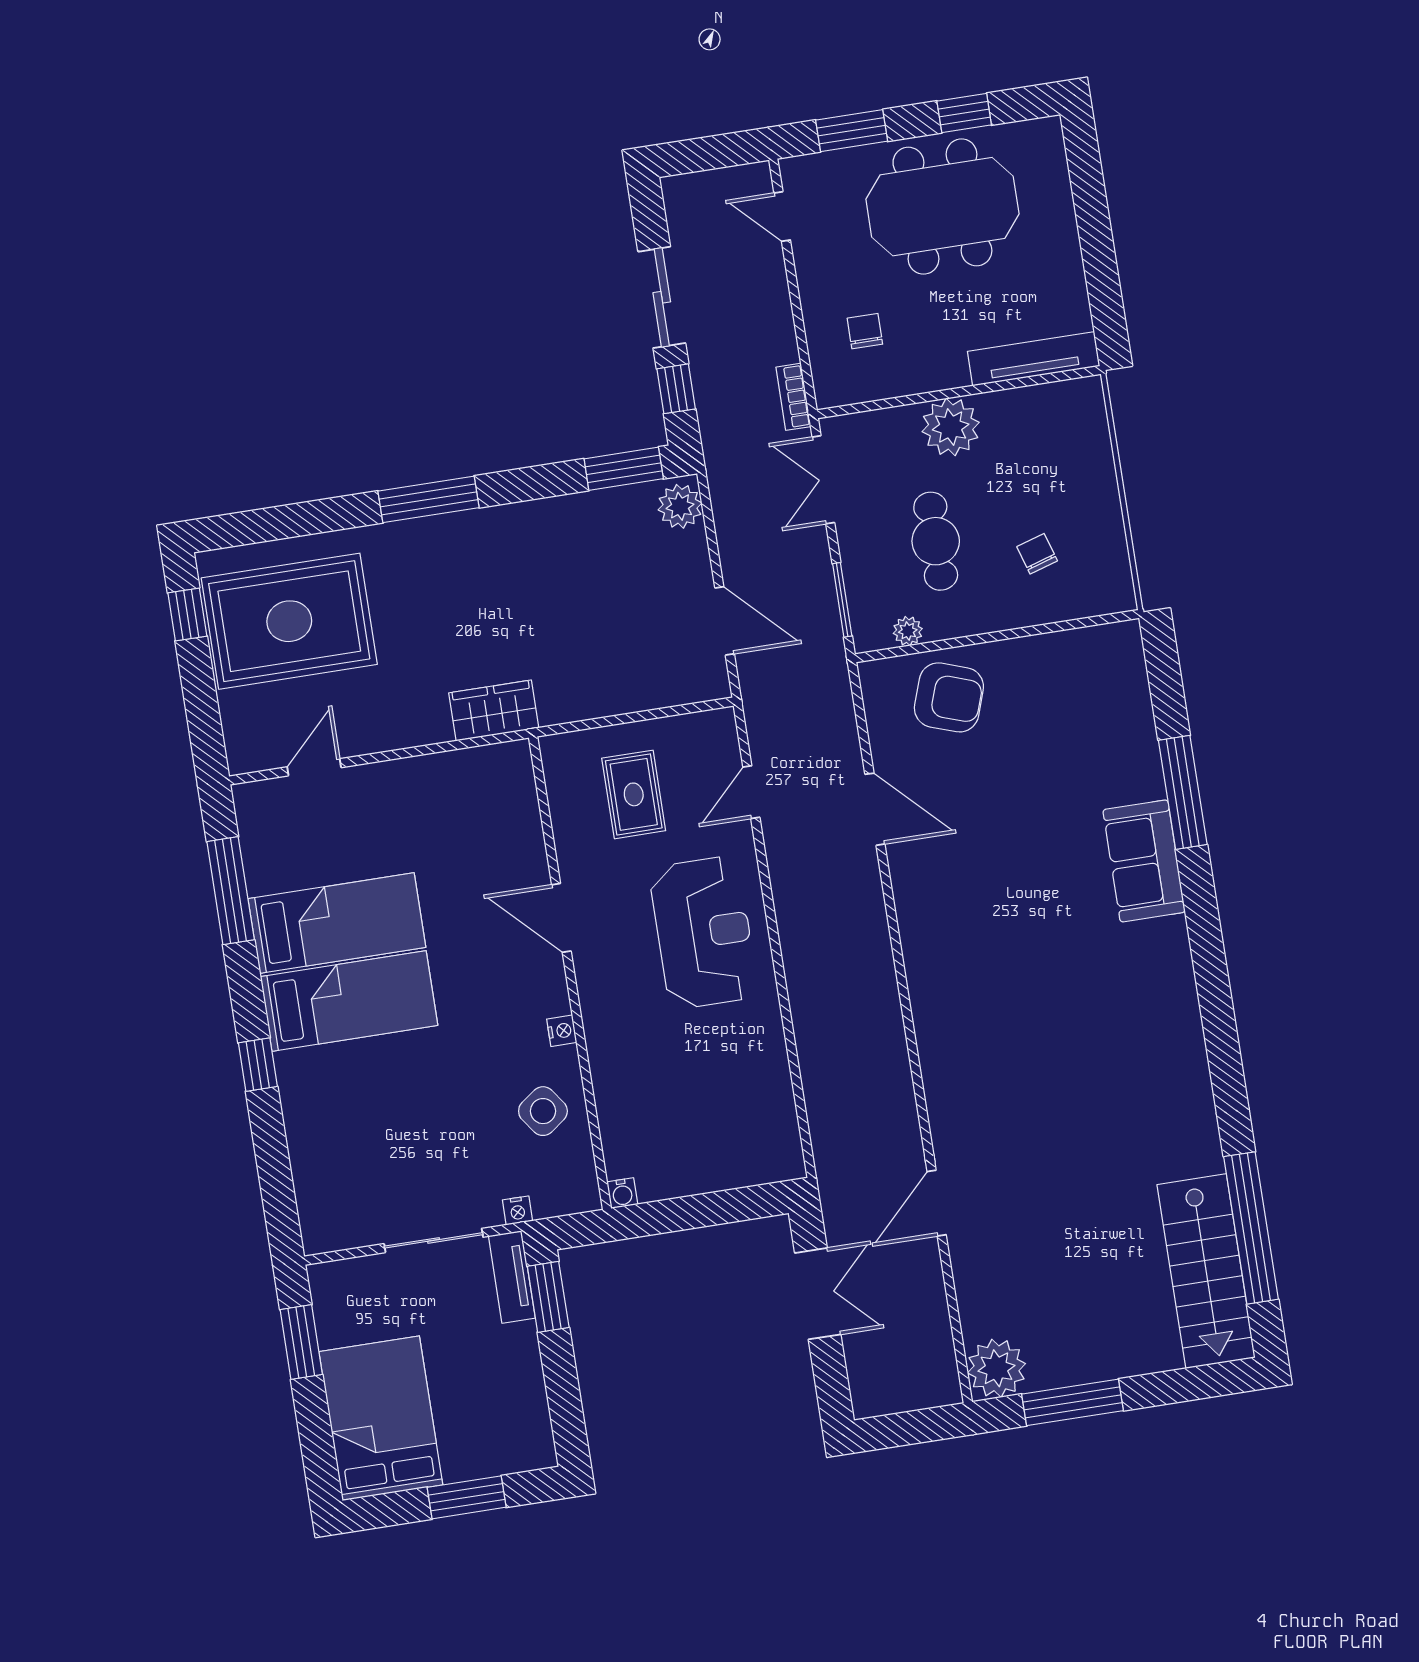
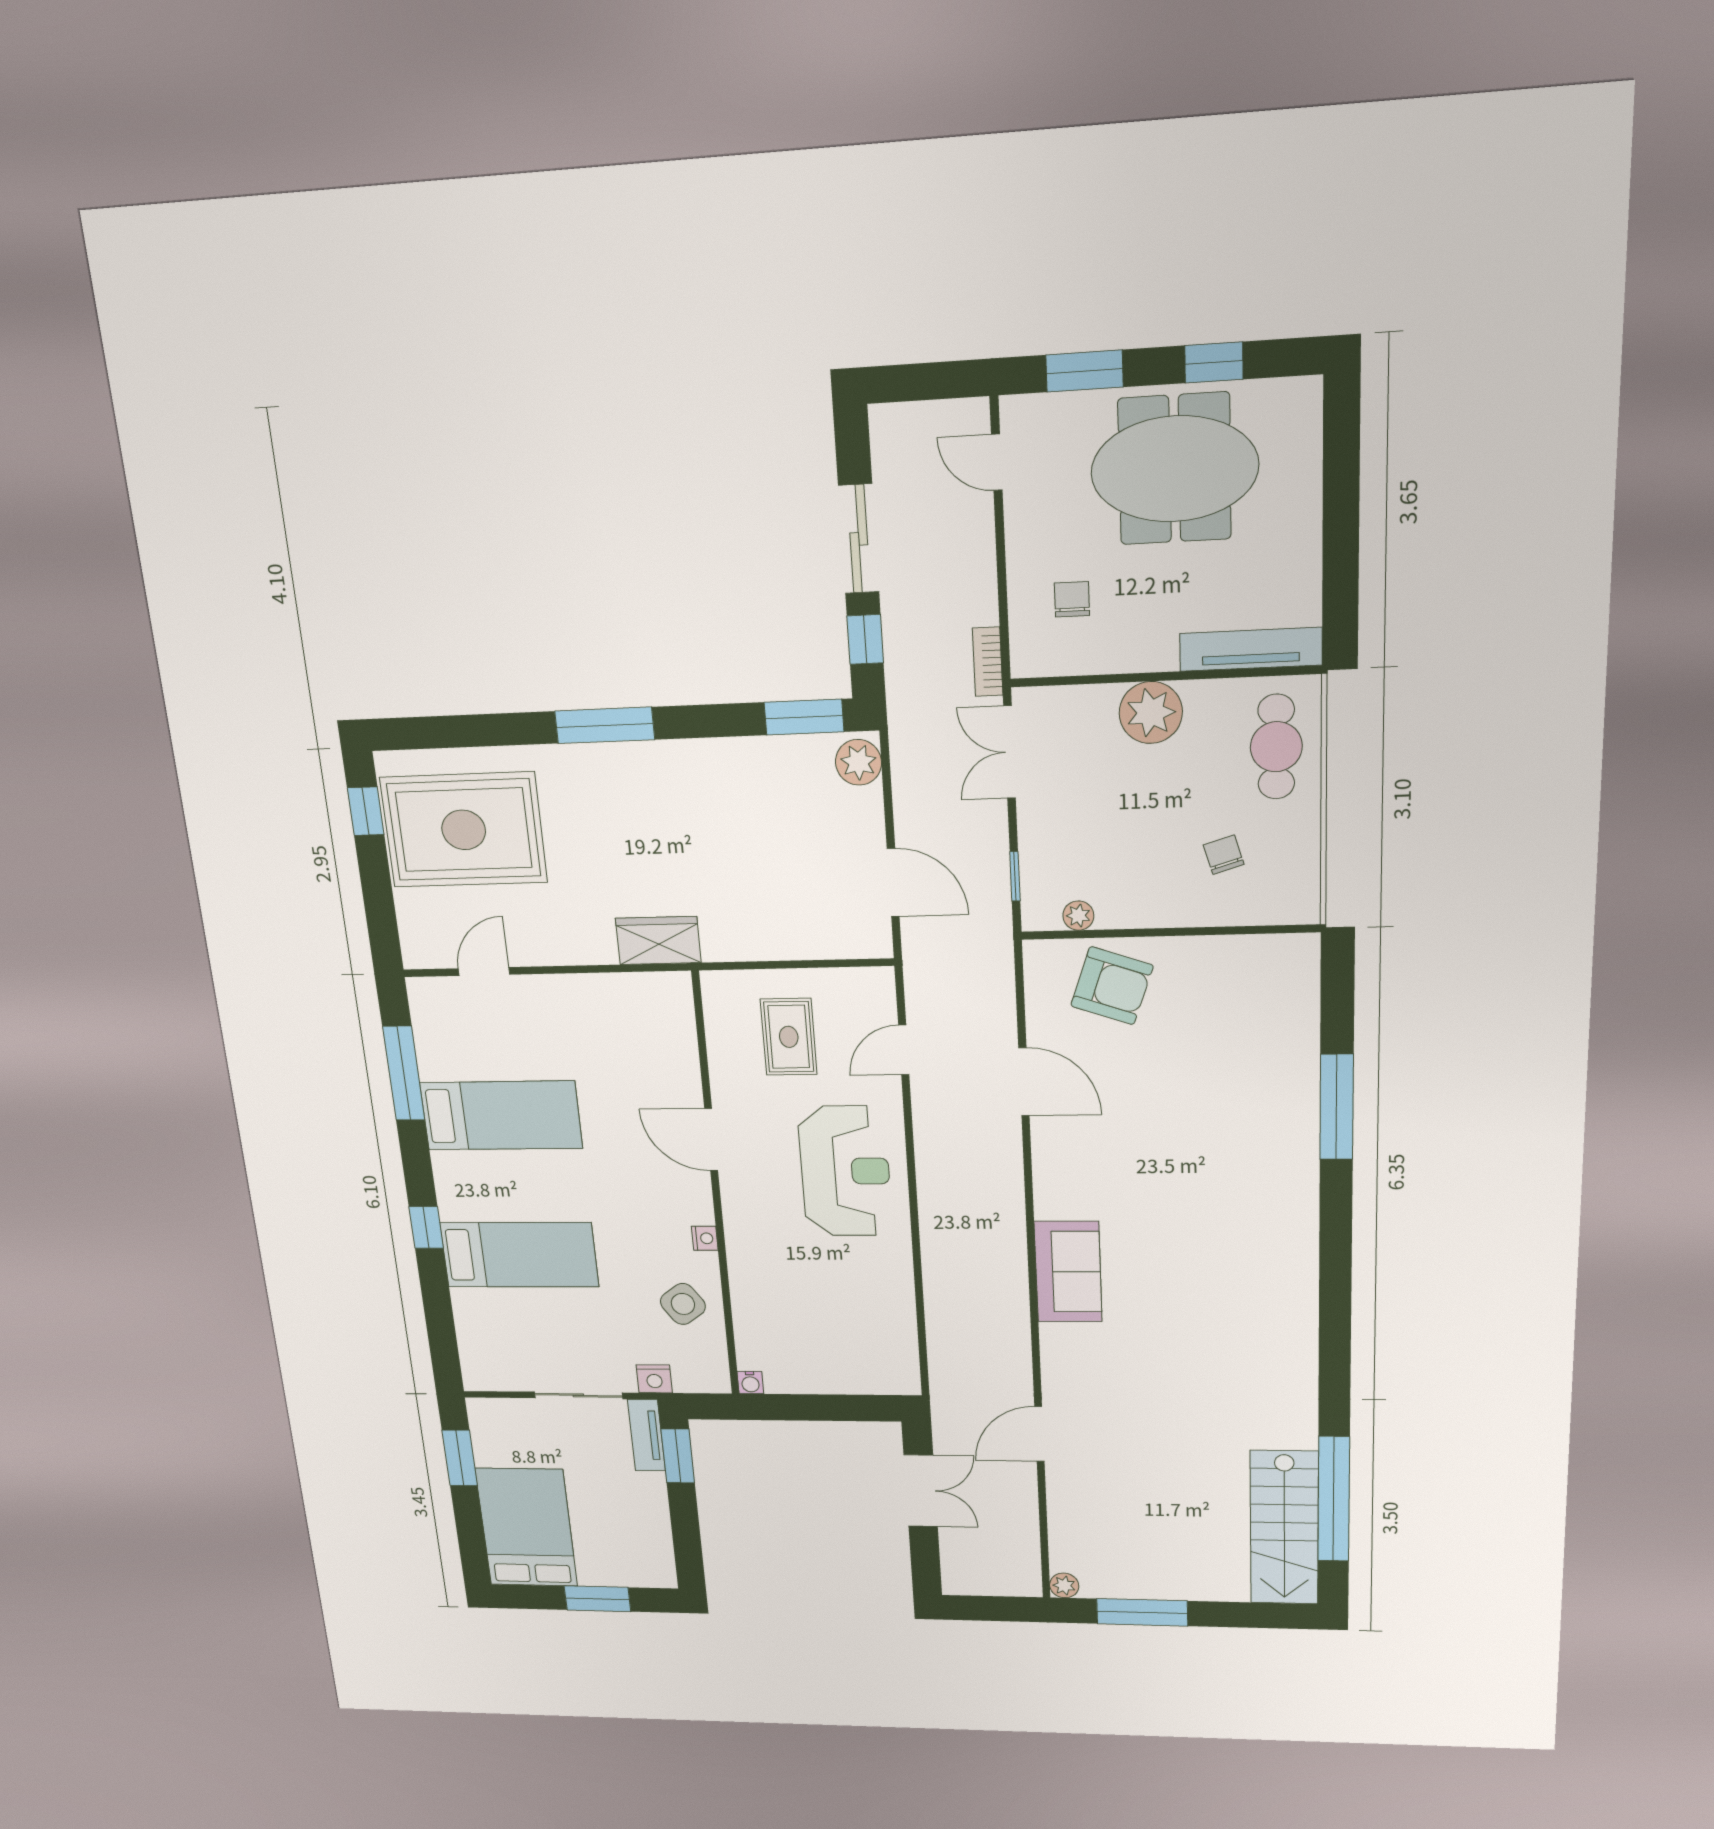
cafe table: (936, 541) -> (1276, 747), moved
window: (842, 600) -> (1015, 876), width x0.67
sofa: (1144, 861) -> (1068, 1272), moved, turned 180
bed: (349, 1001) -> (519, 1255), moved
nightstand: (517, 1210) -> (654, 1379), width x1.39, depth x1.35
plant: (996, 1368) -> (1064, 1585), width x0.53, depth x0.53

